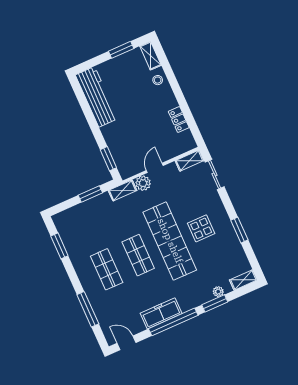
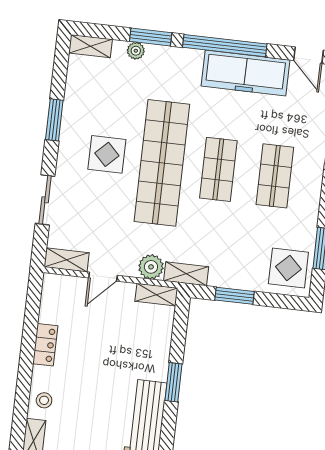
locker: (179, 120) -> (45, 345), moved
window: (108, 159) -> (173, 382), moved
door: (155, 168) -> (103, 277), moved
shelving: (132, 170) -> (156, 295), added
sliding door: (215, 174) -> (45, 200), moved
display table: (71, 225) -> (288, 268), added
freezer: (161, 313) -> (246, 73), width x1.36, depth x1.26

